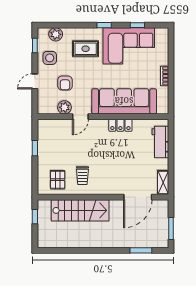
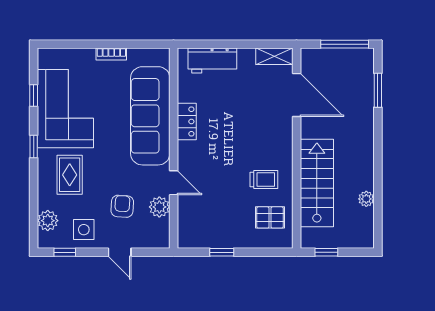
armchair: (65, 83) -> (122, 206), turned -86
window: (171, 229) -> (345, 44), width x1.44
plant: (70, 243) -> (366, 199), added

